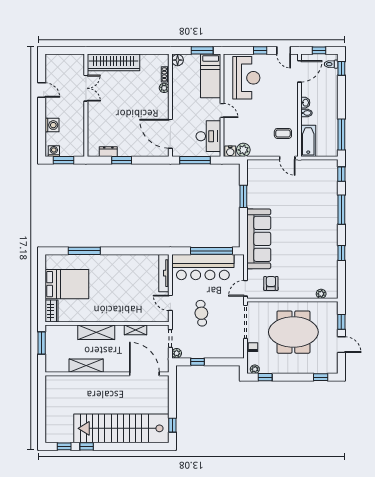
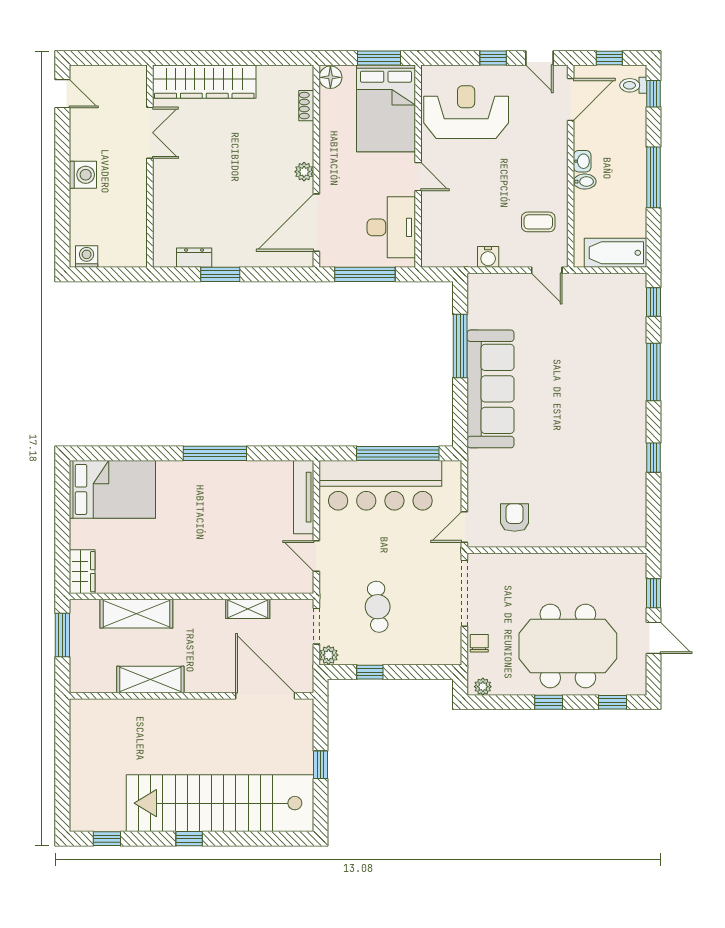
bed: (211, 76) -> (386, 108), width x1.50
reception desk: (246, 78) -> (466, 112), turned -90
plant: (164, 88) -> (304, 172), moved
door: (42, 90) -> (62, 94), moved
washing machine: (52, 125) -> (83, 175), moved
door: (170, 134) -> (316, 223), hinge flipped
window: (341, 135) -> (653, 177), moved
bathtub: (308, 141) -> (615, 253), moved, turned -90
plant: (243, 150) -> (460, 254), removed
water cooler: (230, 151) -> (488, 257), moved
window: (63, 160) -> (106, 274), removed
window: (243, 196) -> (460, 346), width x1.44
sofa: (259, 239) -> (491, 389), moved
window: (84, 251) -> (215, 453), moved
bed: (67, 284) -> (112, 489), moved
plant: (321, 294) -> (613, 538), removed
cafe table: (201, 313) -> (378, 607), moved
shelving: (96, 332) -> (136, 614), moved
meeting table: (293, 332) -> (568, 646), moved
window: (265, 377) -> (549, 702), moved
window: (172, 425) -> (320, 765), moved
window: (87, 446) -> (189, 839), moved

